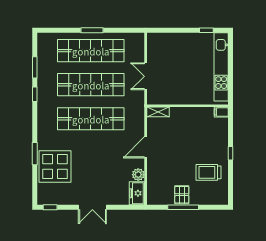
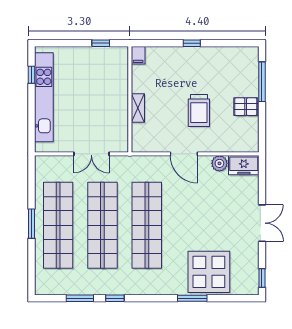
kitchen unit: (221, 67) -> (44, 97), moved, turned -90
window: (231, 83) -> (101, 43), added
shelving: (158, 112) -> (138, 108), moved
trolley: (209, 172) -> (199, 110), moved
window: (183, 207) -> (262, 82), moved

